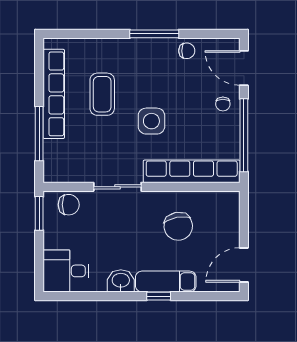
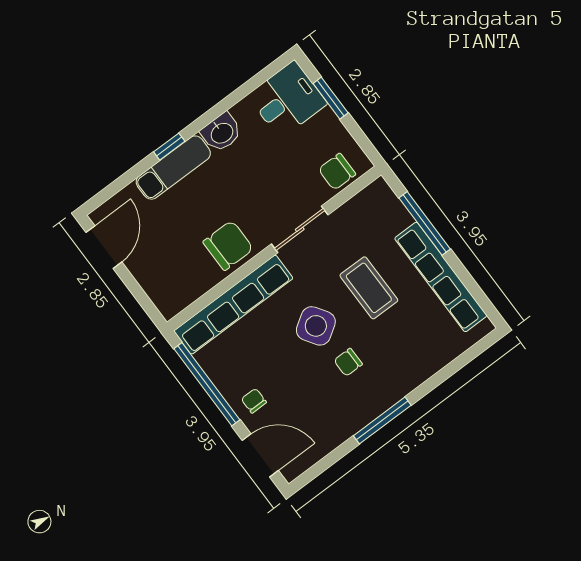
chair: (187, 51) -> (348, 362), moved
coffee table: (102, 94) -> (369, 288), moved
side table: (151, 121) -> (316, 326), turned -33
window: (39, 213) -> (331, 98), moved
chair: (178, 226) -> (228, 245), moved, turned 101

